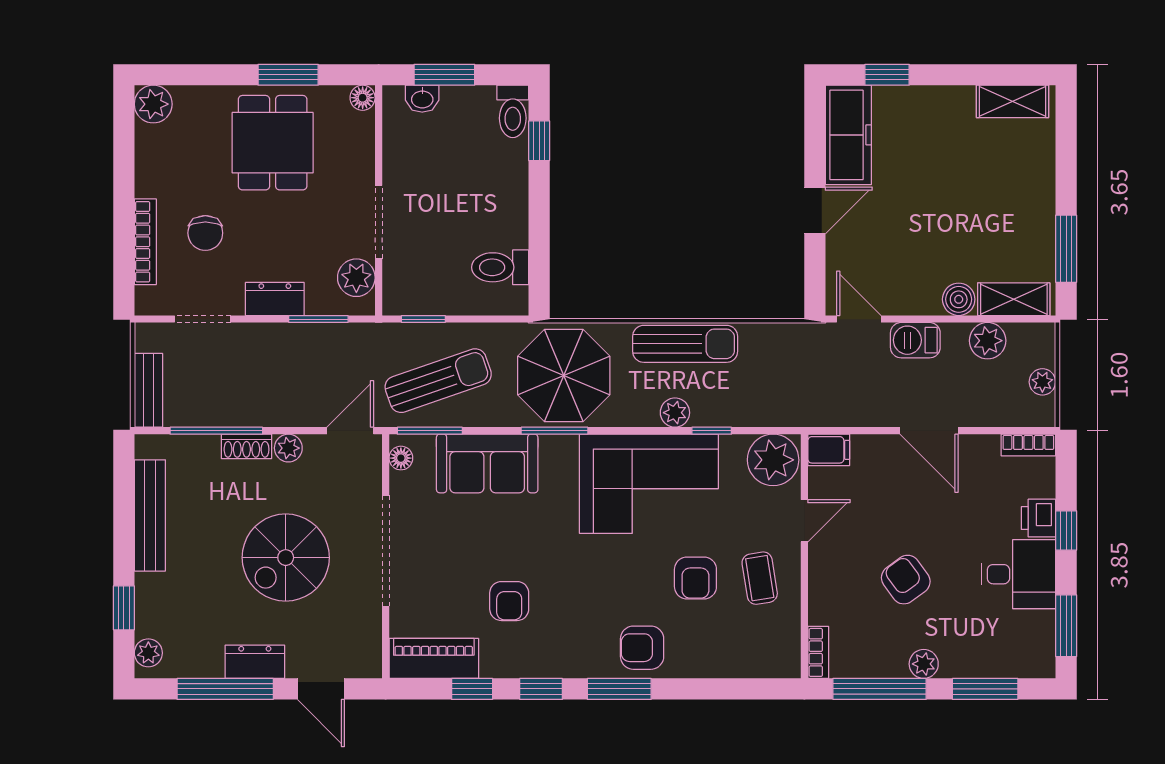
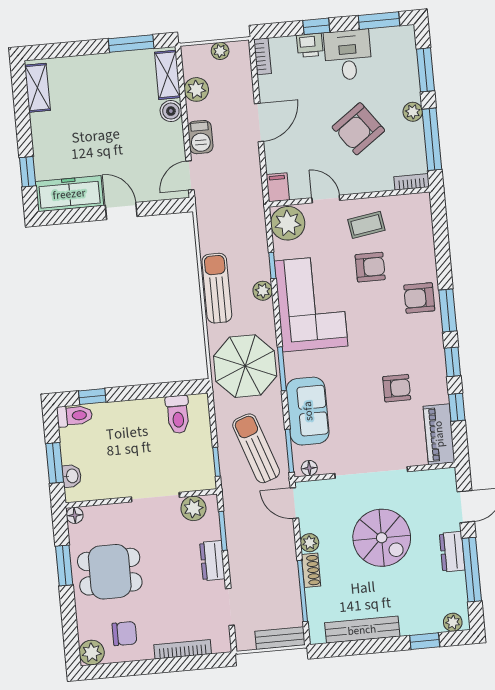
chair: (205, 233) -> (124, 634), moved
armchair: (906, 580) -> (358, 129), width x1.38, depth x1.38
armchair: (642, 648) -> (419, 298), turned 90

